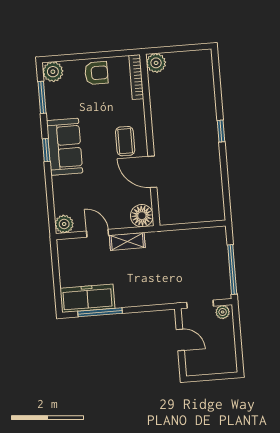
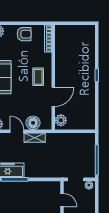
plant: (156, 63) -> (61, 120), moved
door: (152, 172) -> (53, 97), swing flipped
floor lamp: (142, 216) -> (33, 123), moved

